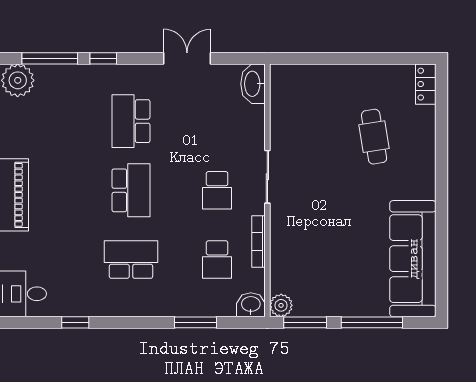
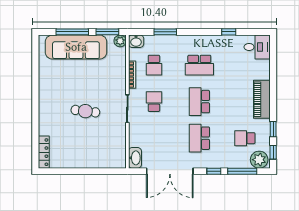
double door: (187, 58) -> (170, 171), width x1.87
locker: (426, 84) -> (44, 152), width x1.53
school desk: (45, 121) -> (245, 138), added
school desk: (131, 121) -> (199, 138), turned 180
cafe table: (374, 137) -> (85, 111), moved, turned -74
sofa: (413, 259) -> (76, 47), moved, turned 90
school desk: (217, 260) -> (154, 65), turned 180

